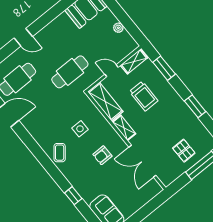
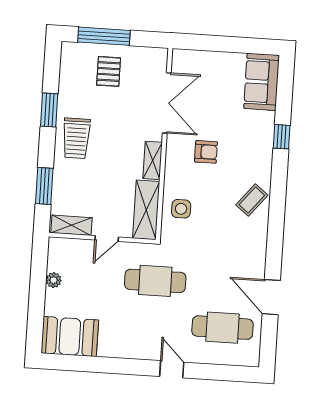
door: (112, 71) -> (107, 238), hinge flipped
trolley: (144, 96) -> (76, 138), moved, turned 180
side table: (80, 129) -> (181, 209), moved

